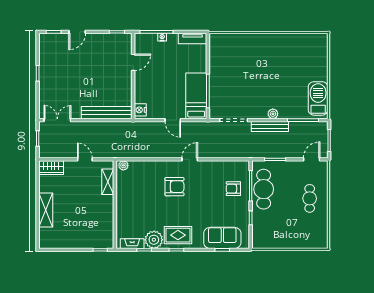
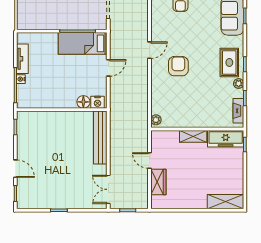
tv unit: (193, 39) -> (22, 59), moved
door: (133, 62) -> (47, 110), removed
floor lamp: (141, 96) -> (83, 102), added
door: (85, 159) -> (150, 161), hinge flipped
door: (190, 159) -> (150, 50), swing flipped
wardrobe: (51, 168) -> (158, 182), moved
shelving: (108, 182) -> (193, 136), moved
shelving: (46, 210) -> (225, 202), moved
freezer: (106, 232) -> (226, 139), added
plant: (154, 240) -> (239, 83), width x0.53, depth x0.53

